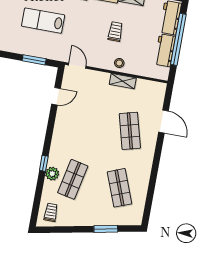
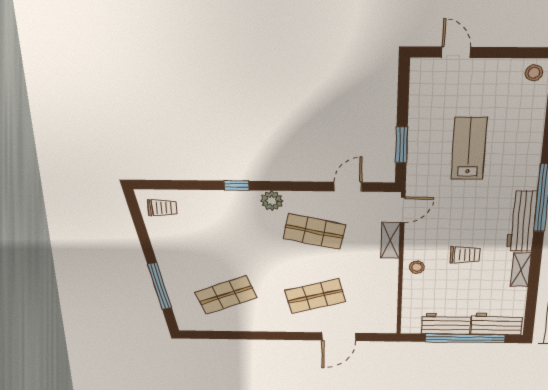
shelving: (123, 81) -> (390, 240), moved
door: (56, 96) -> (348, 187), swing flipped
plant: (52, 174) -> (272, 201), moved
shop shelf: (73, 179) -> (314, 232), moved
window: (106, 229) -> (160, 286), width x1.44

